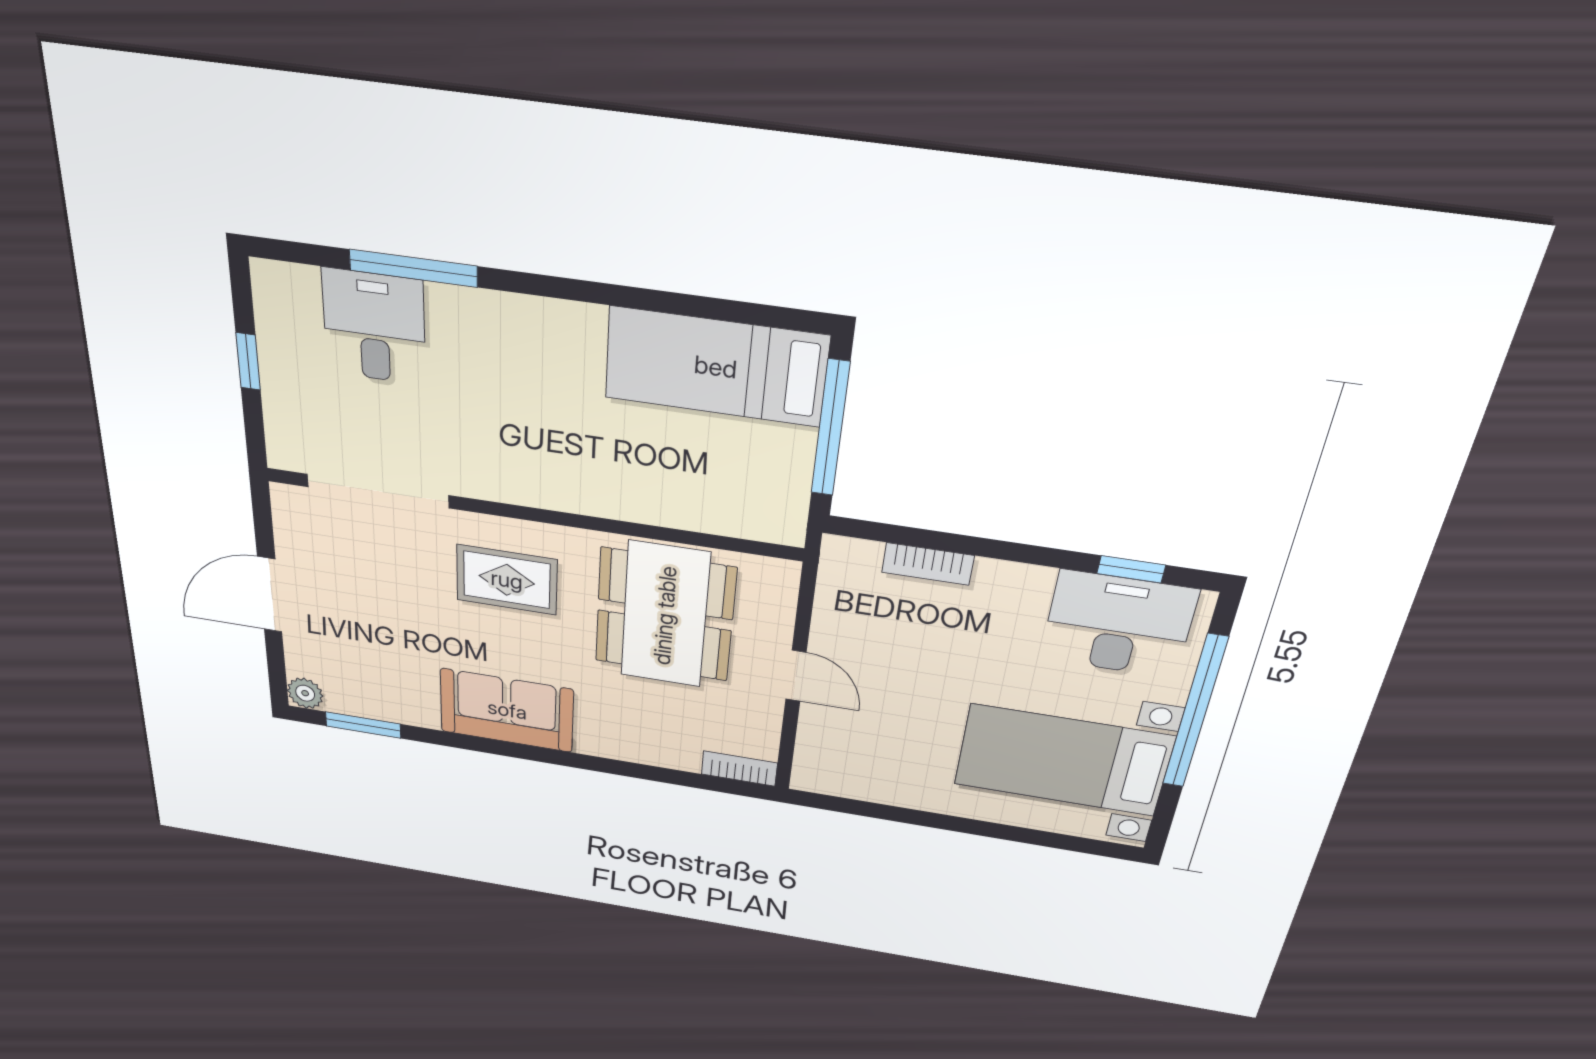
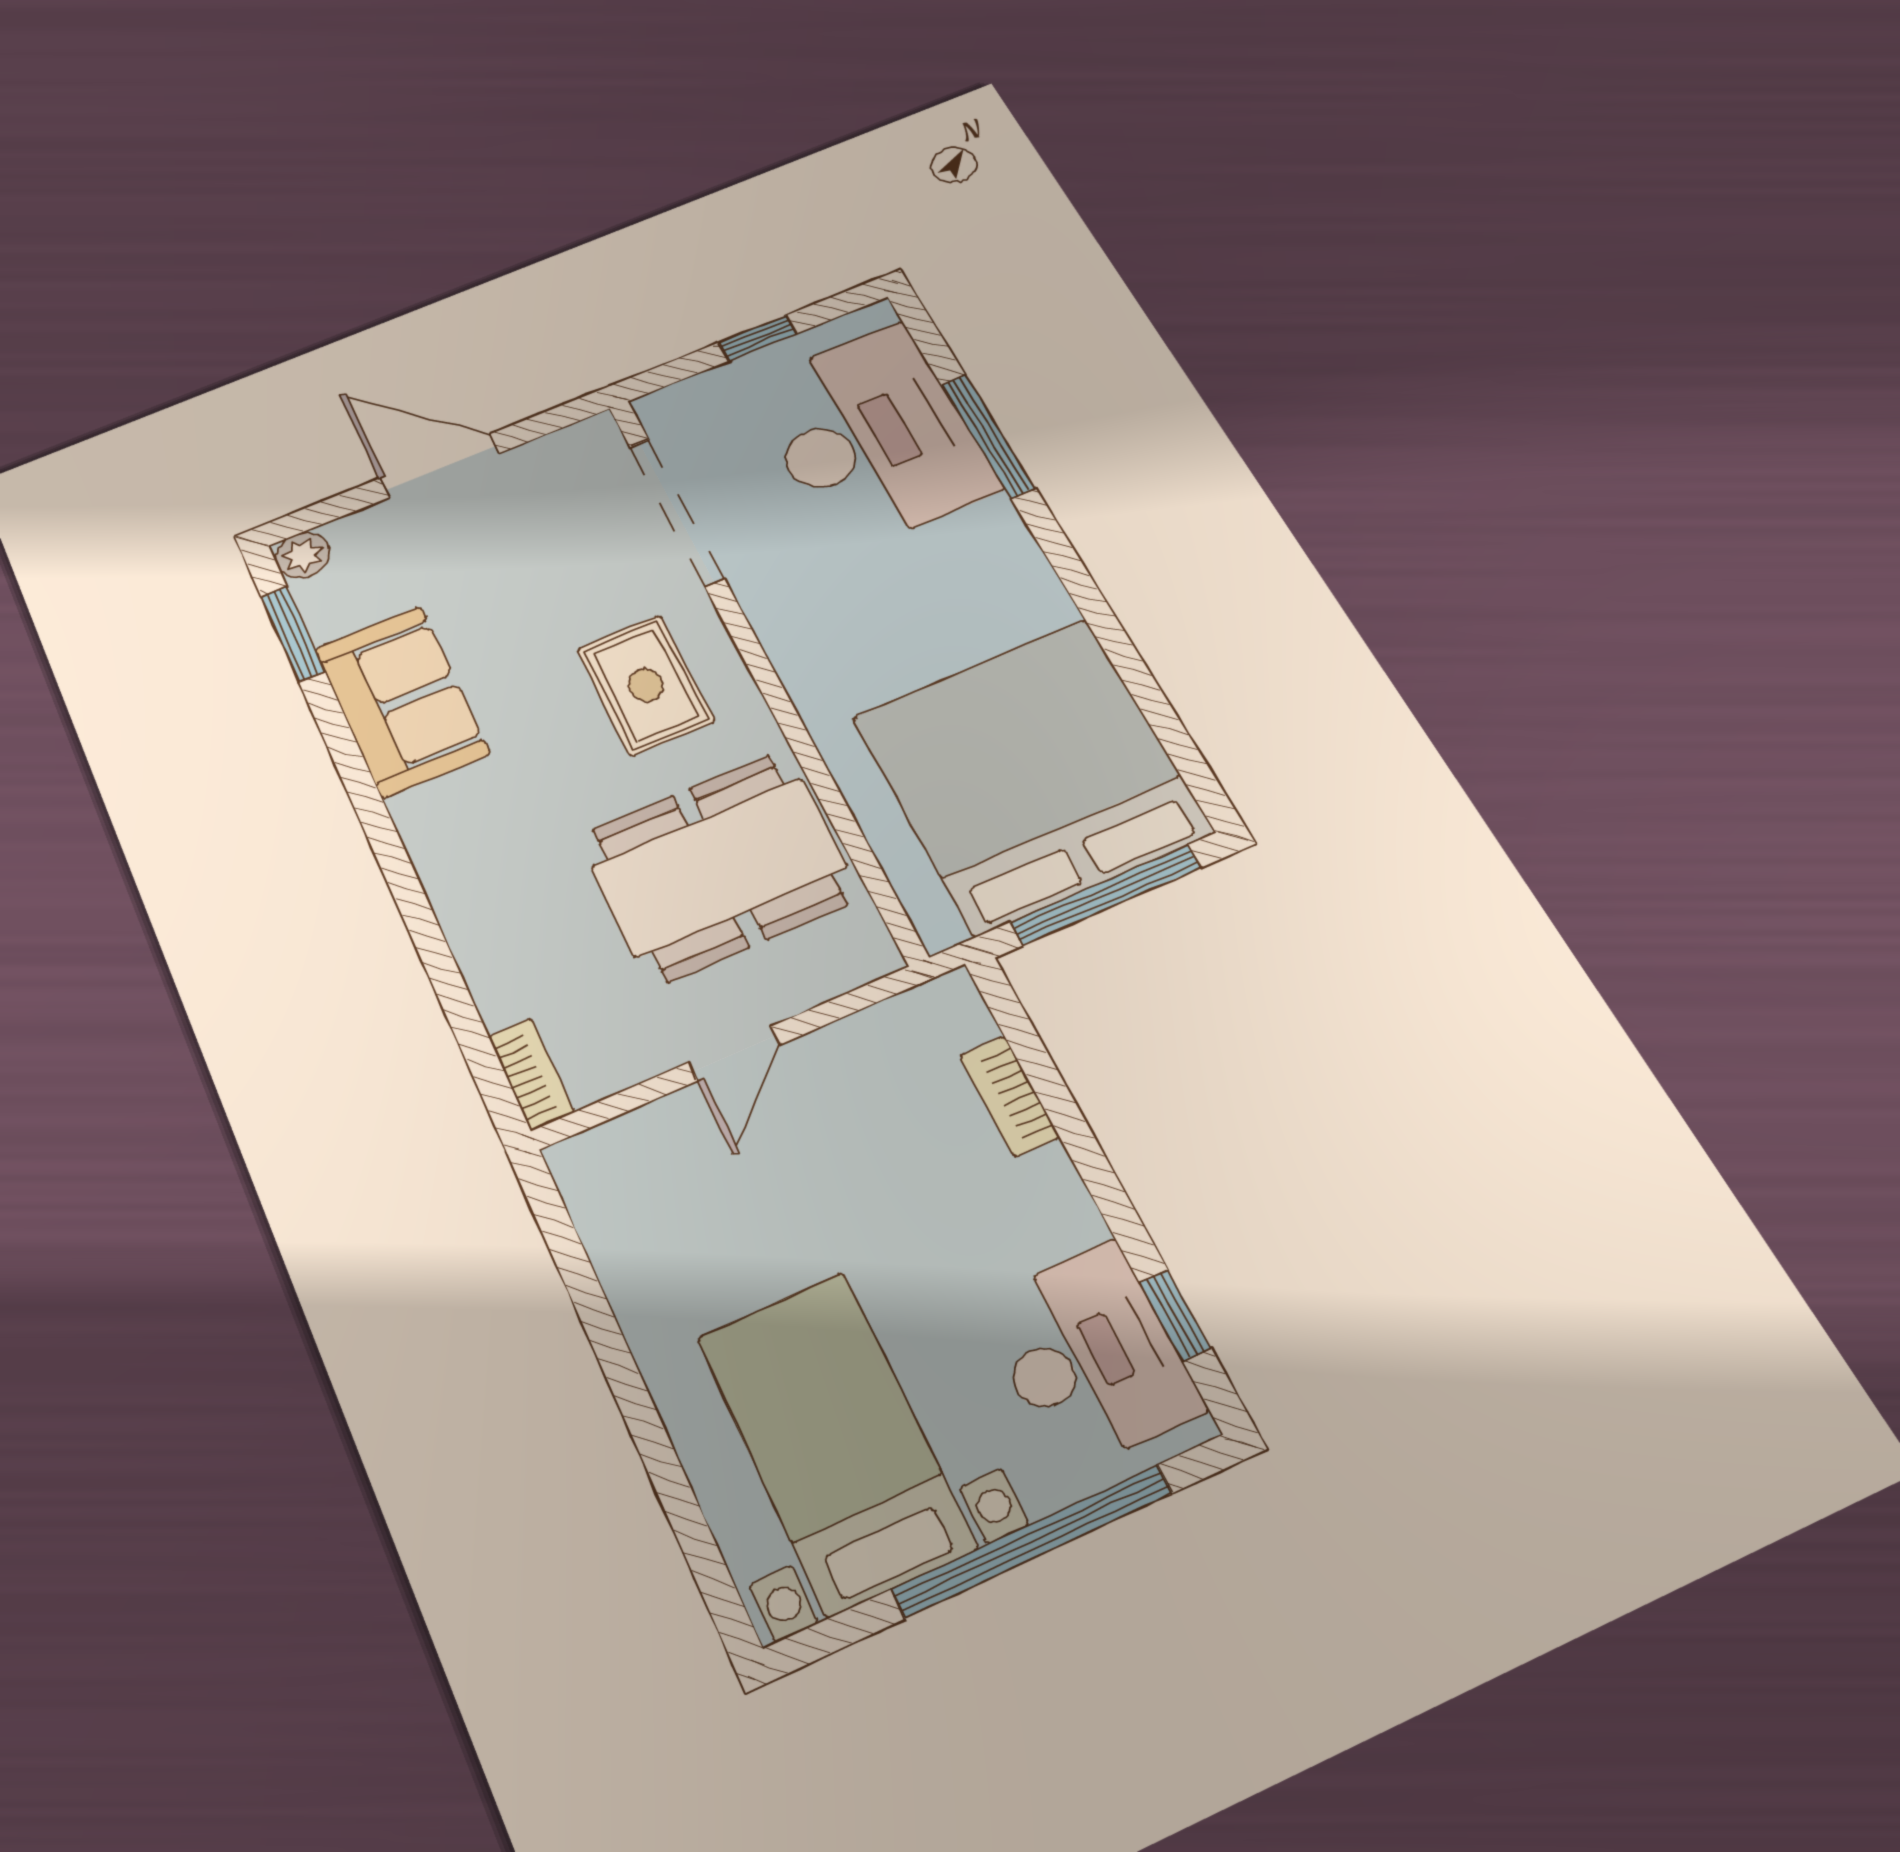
desk: (374, 327) -> (871, 437), width x1.87, depth x1.30
bed: (716, 367) -> (1032, 774), width x2.04
sofa: (507, 710) -> (402, 701), moved

